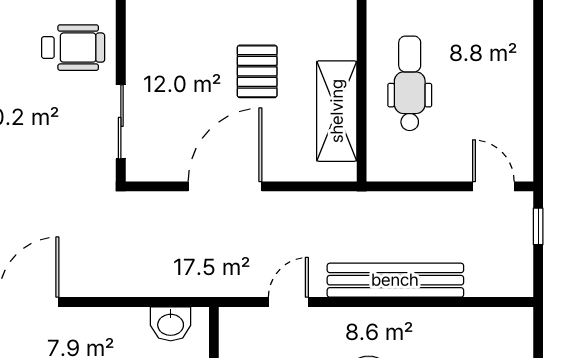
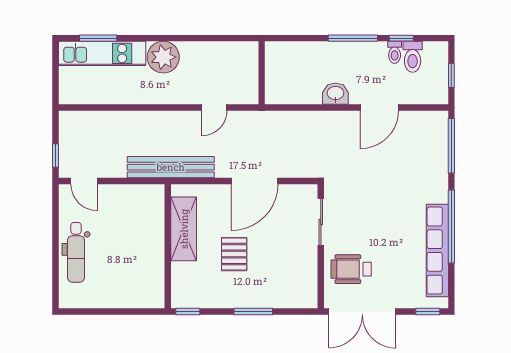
dental chair: (410, 83) -> (76, 252), moved
bench: (395, 280) -> (171, 167), moved
washbasin: (171, 324) -> (335, 94), moved

